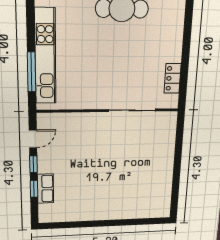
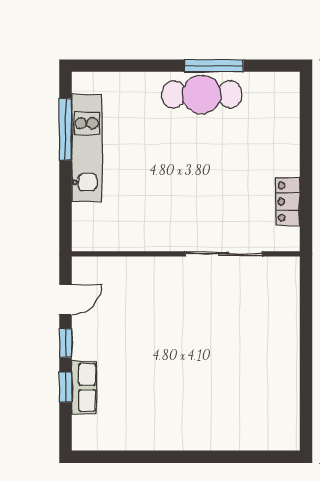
kitchen unit: (45, 56) -> (87, 148), width x0.73
window: (32, 72) -> (65, 129), moved

